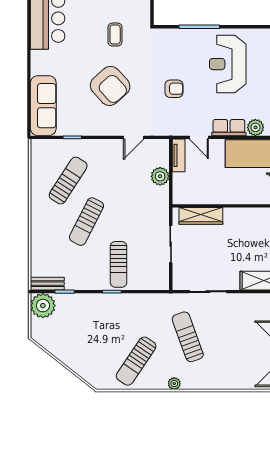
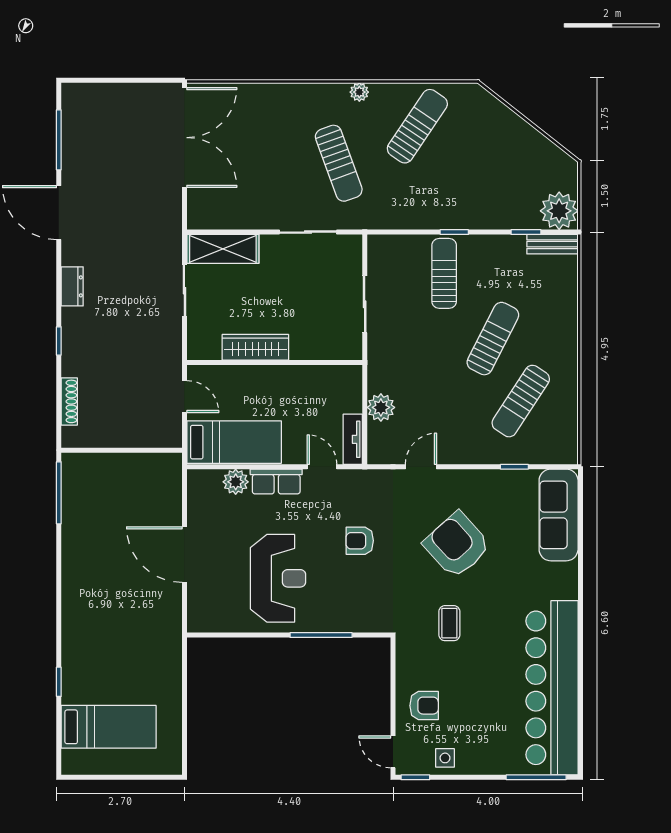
wardrobe: (201, 216) -> (255, 347), moved

